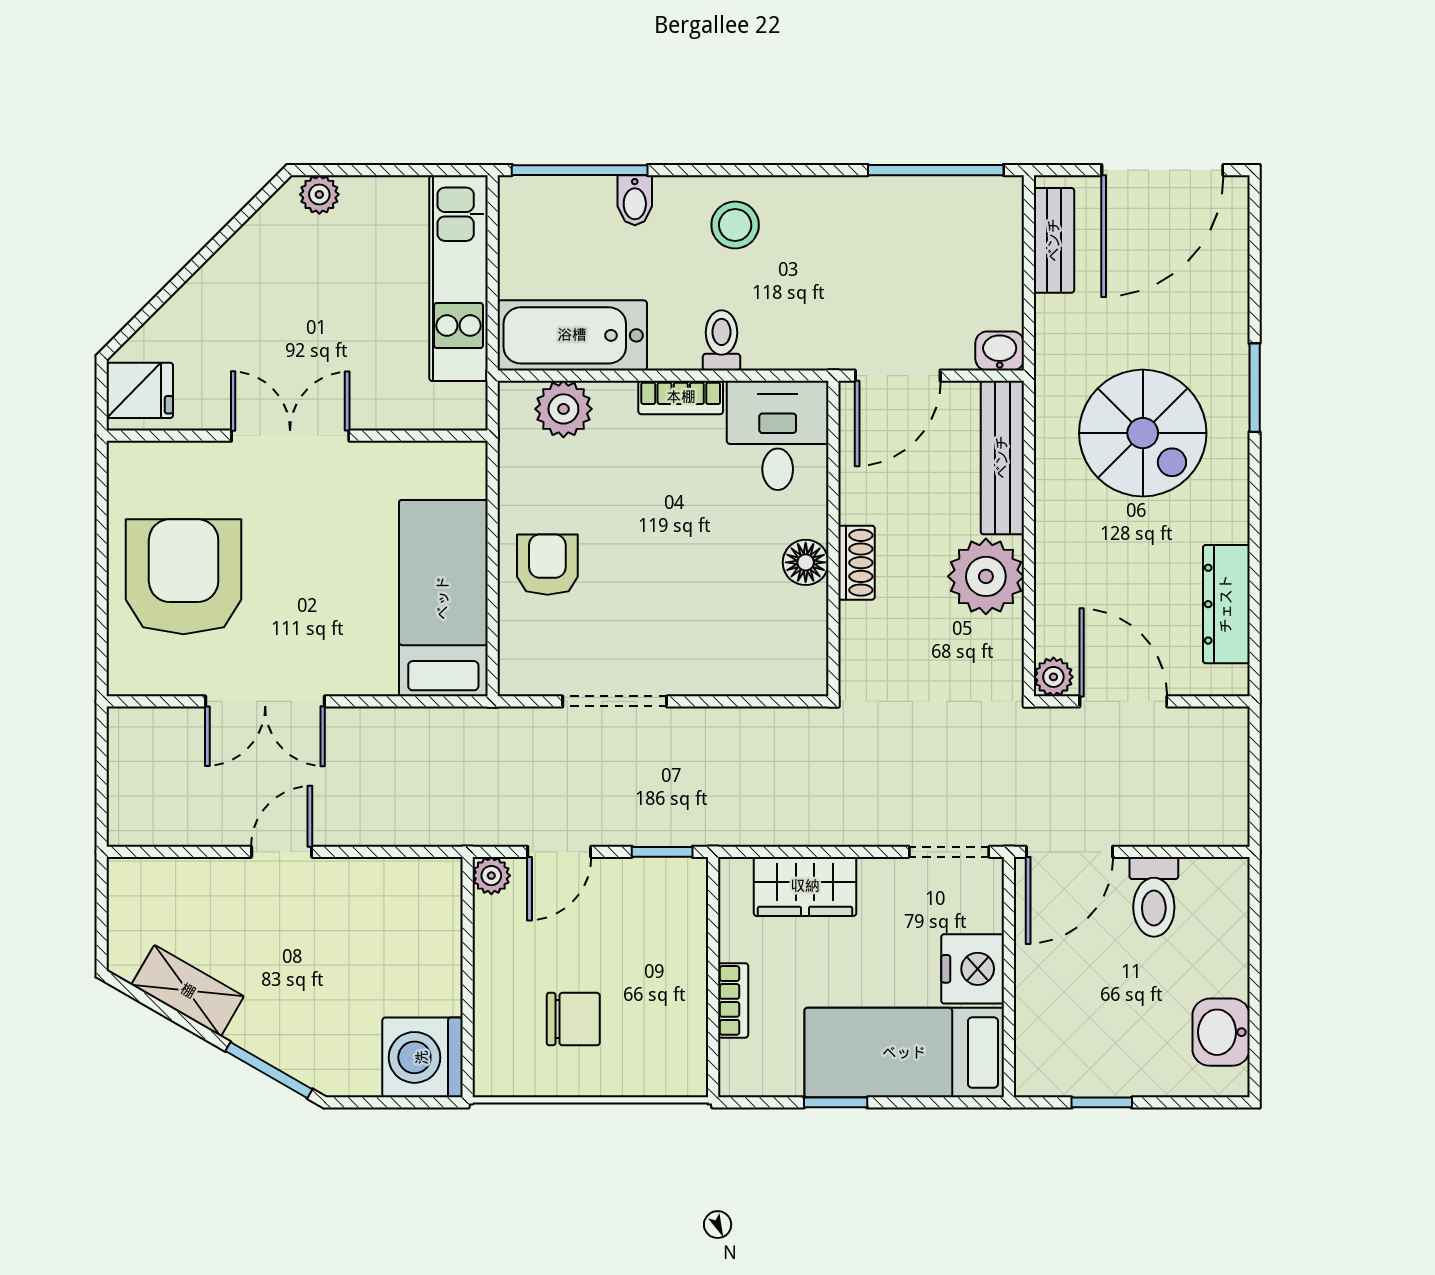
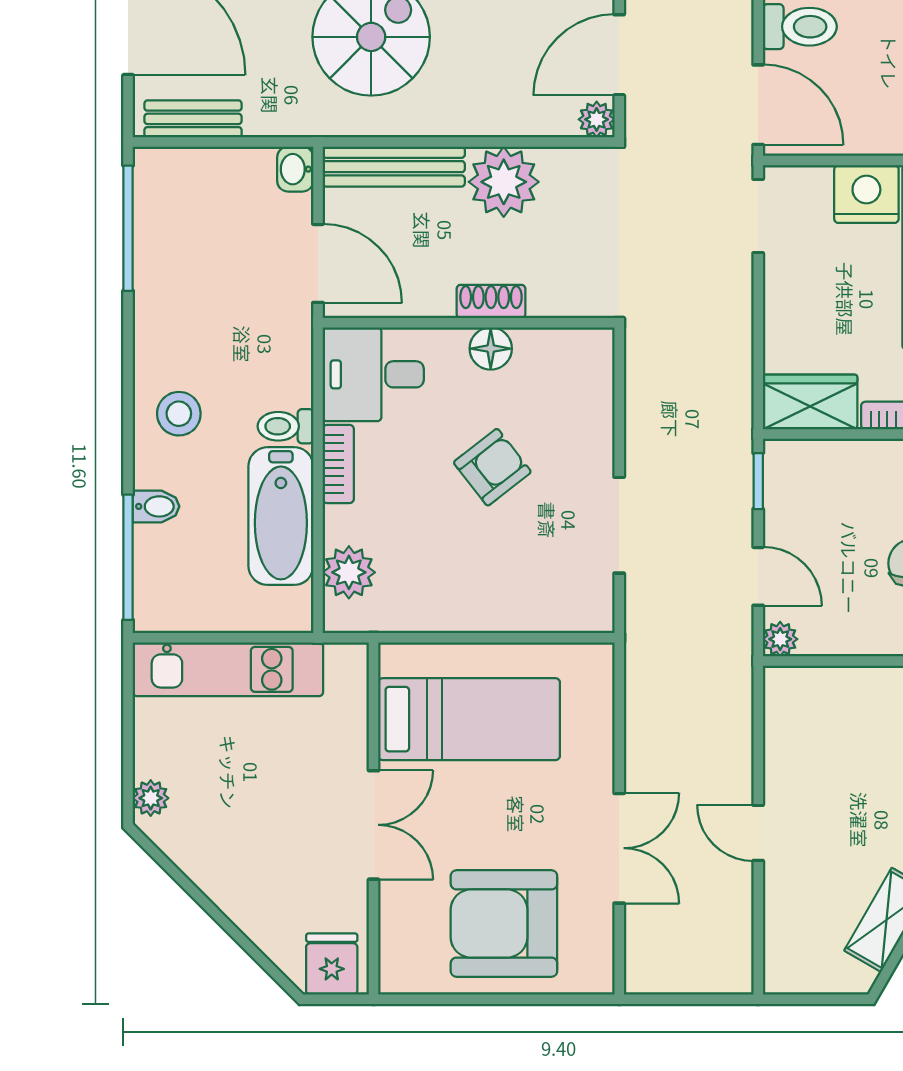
bathtub: (572, 335) -> (281, 516), moved
double door: (290, 436) -> (374, 825), swing flipped
armchair: (547, 565) -> (492, 467), moved, turned 142
bed: (443, 598) -> (469, 719), moved, turned 180
wardrobe: (805, 886) -> (810, 402), moved, turned -90

